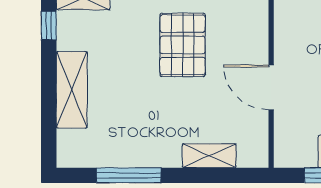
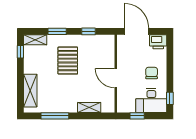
pallet: (183, 45) -> (68, 61), moved
shelving: (72, 90) -> (30, 91), moved

